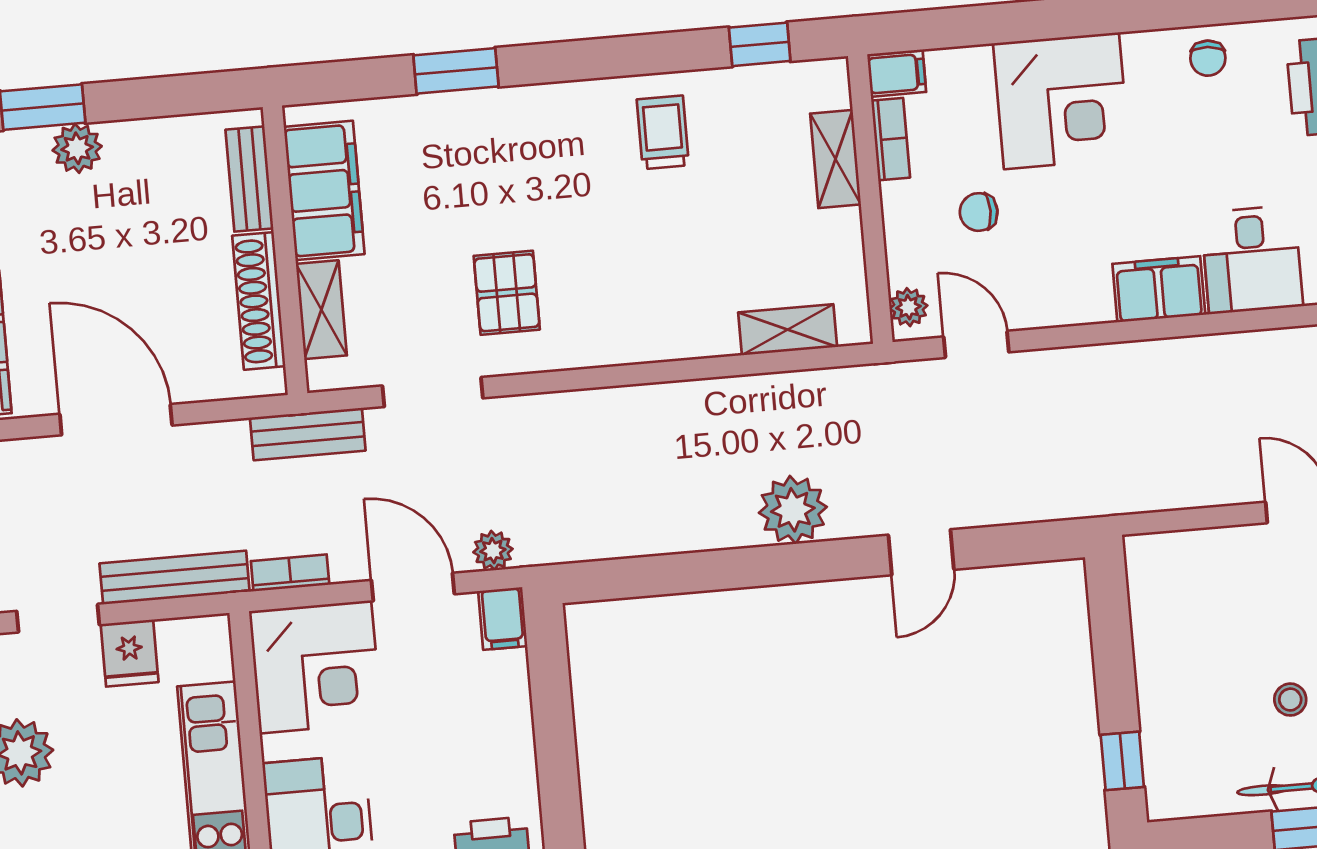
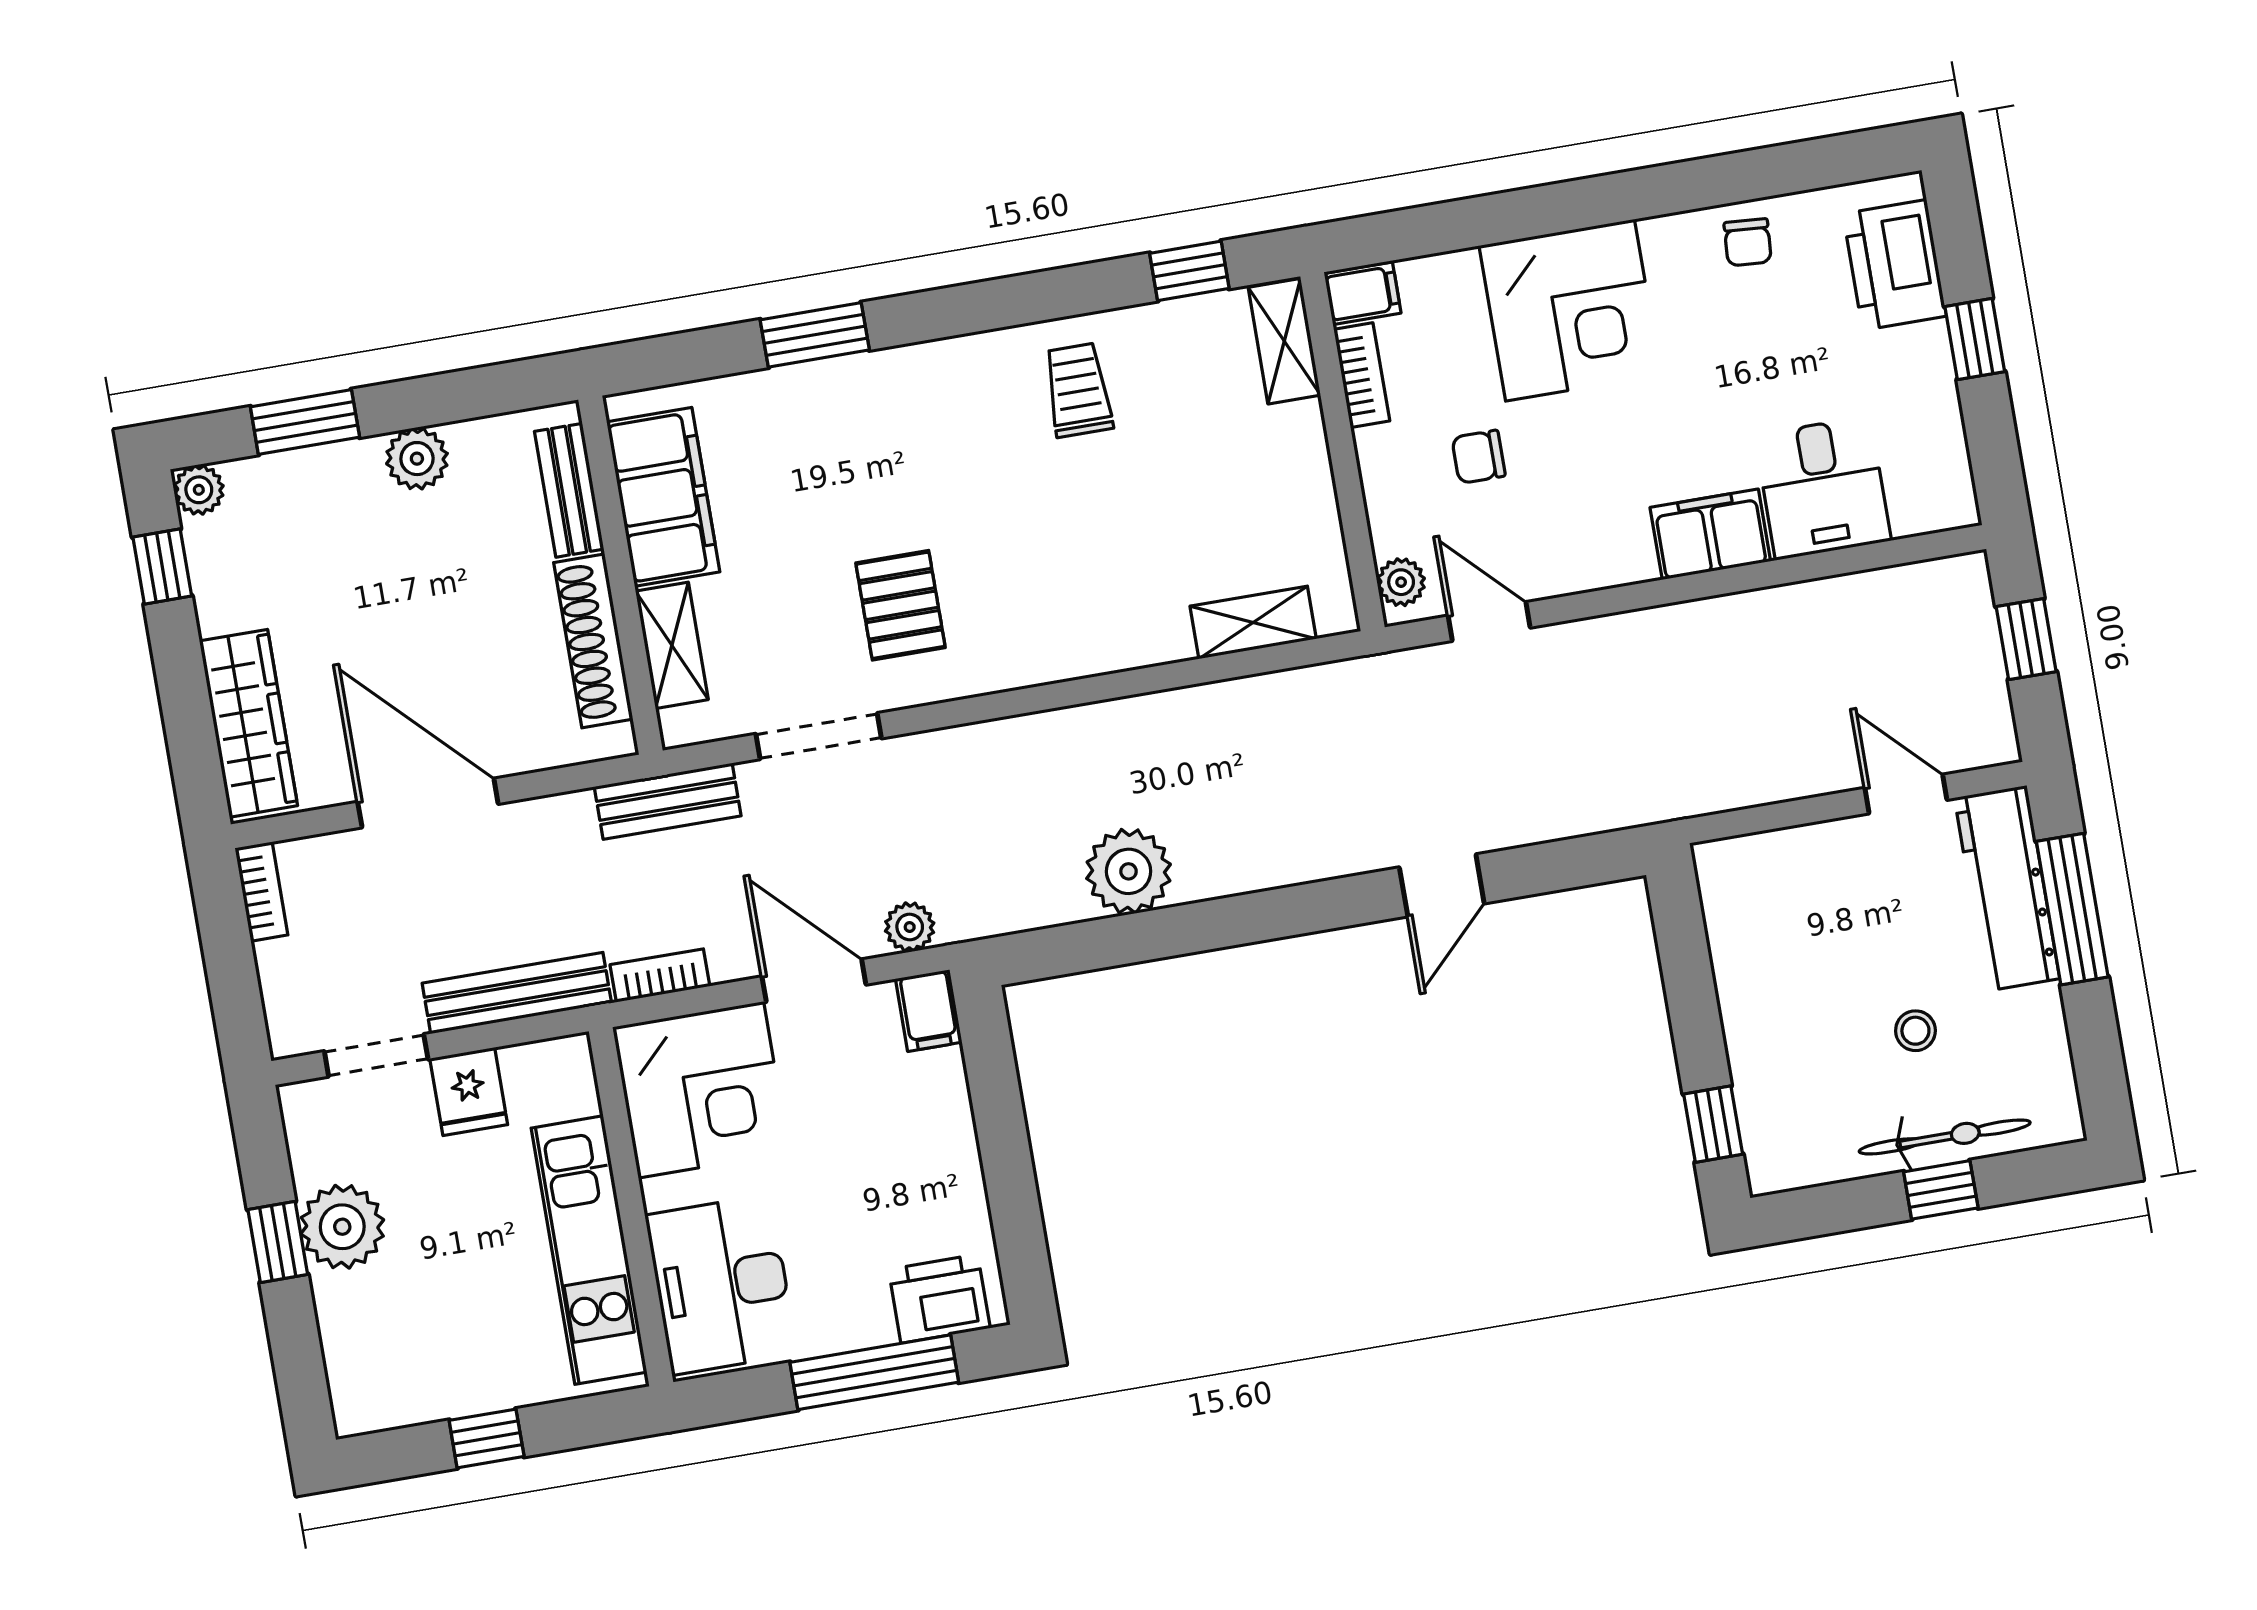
plant: (77, 148) -> (417, 459), moved
shelving: (836, 159) -> (1284, 341), moved
plant: (793, 510) -> (1129, 871), moved

